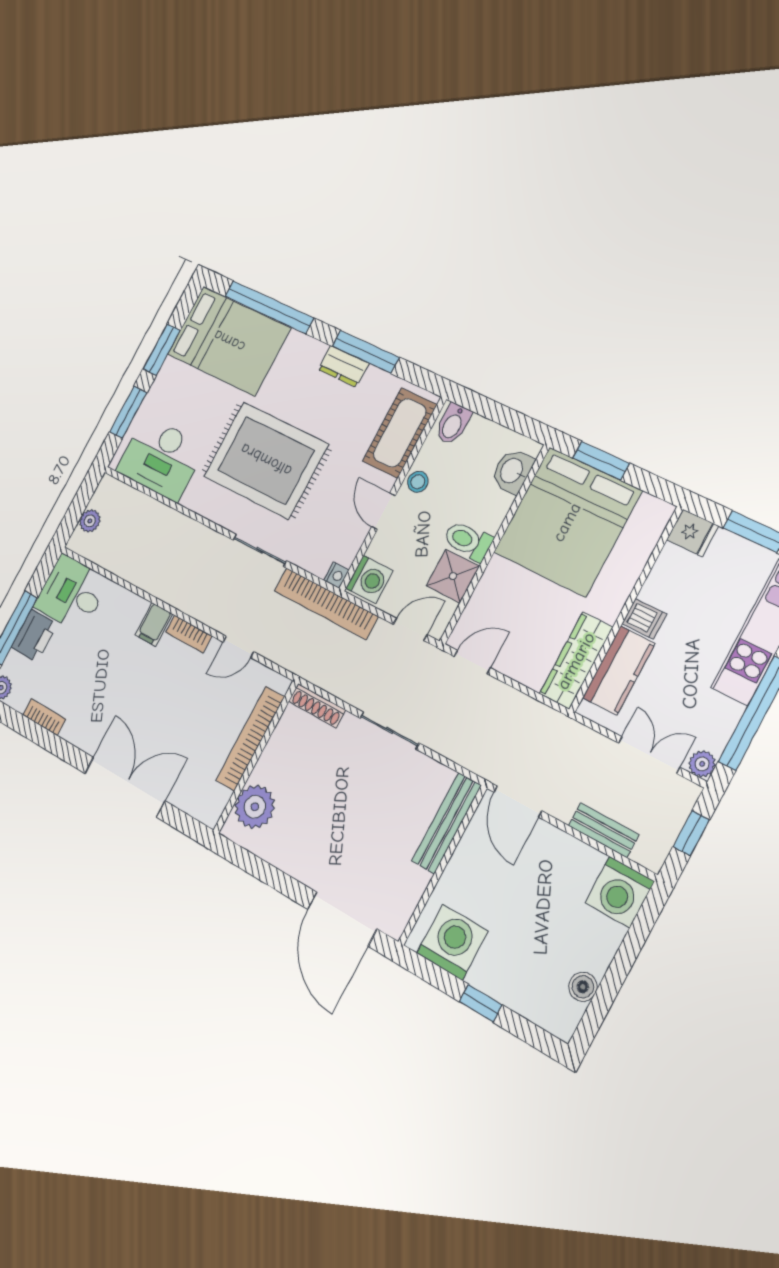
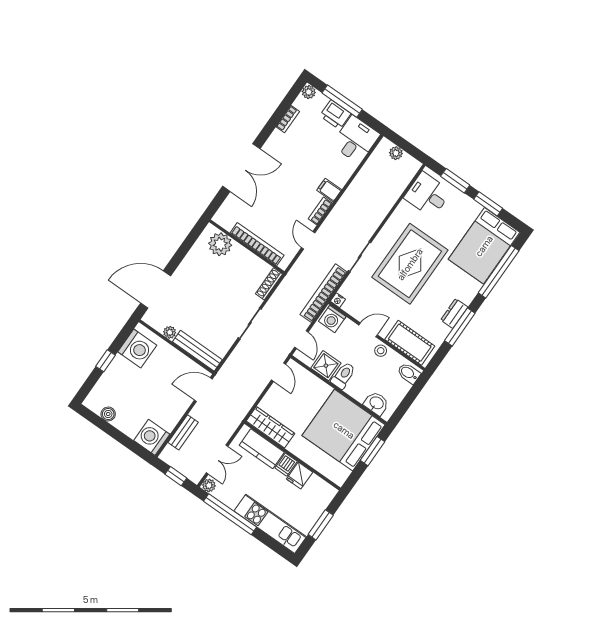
desk: (161, 458) -> (427, 195), width x0.73
fridge: (693, 533) -> (300, 476), moved
plant: (417, 882) -> (170, 332), added

